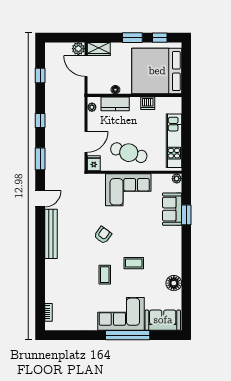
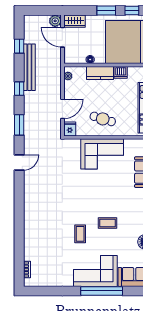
kitchen counter: (115, 104) -> (100, 73), moved
cafe table: (129, 153) -> (103, 119), width x0.73, depth x0.74
bench: (51, 234) -> (29, 67), moved
armchair: (103, 235) -> (78, 197), removed

